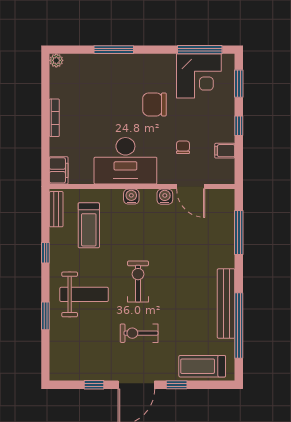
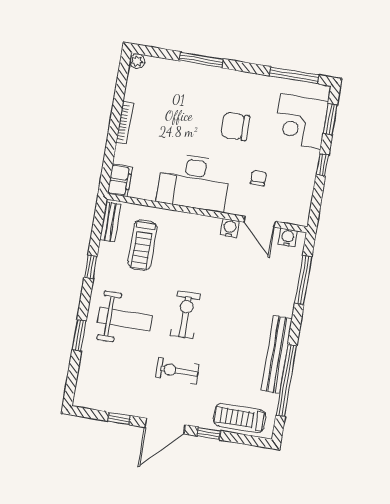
corner desk: (199, 76) -> (301, 121), moved, turned 90
filing cabinet: (225, 151) -> (303, 189), removed
water cooler: (131, 197) -> (288, 238), moved

